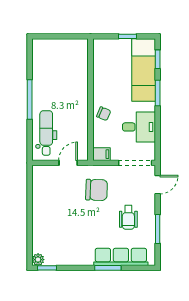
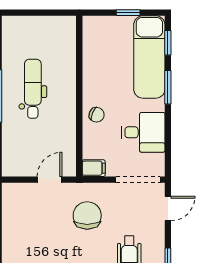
dental chair: (46, 133) -> (33, 89), moved
chair: (97, 190) -> (87, 215), turned -92

